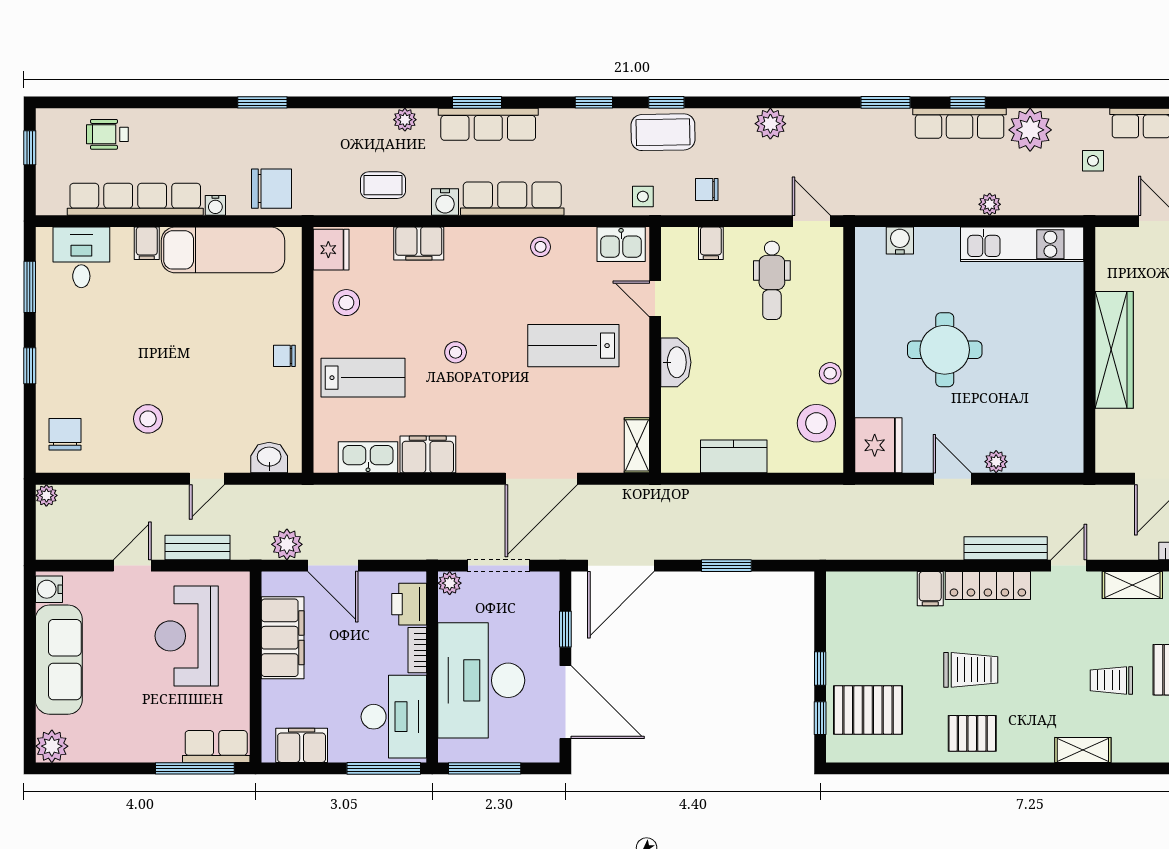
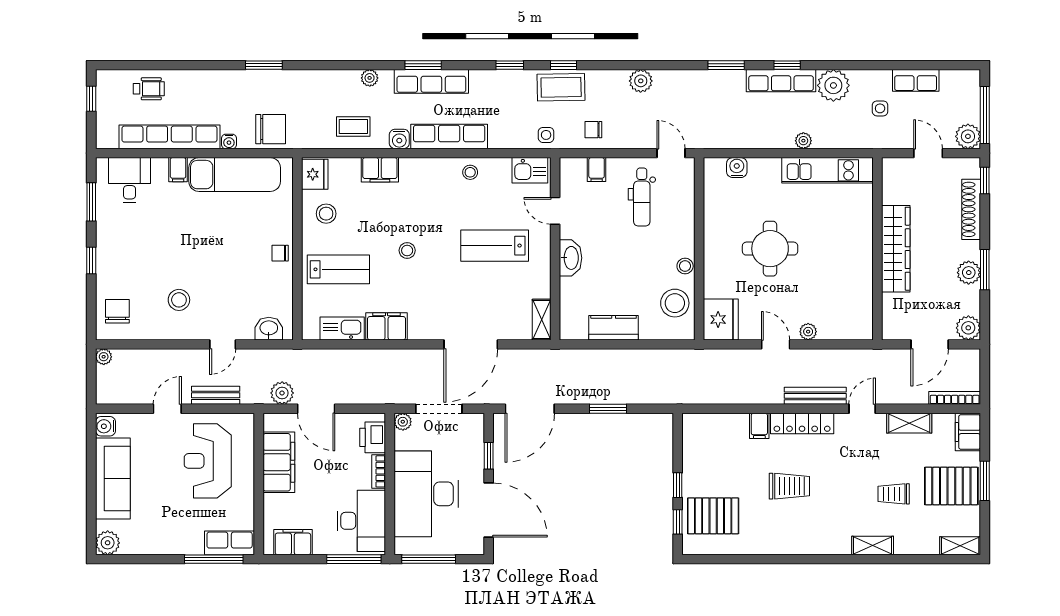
wheelchair: (107, 134) -> (149, 89), turned 180
pallet: (972, 733) -> (790, 533), removed

